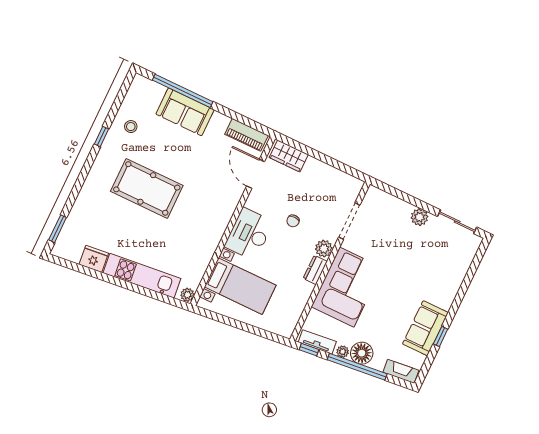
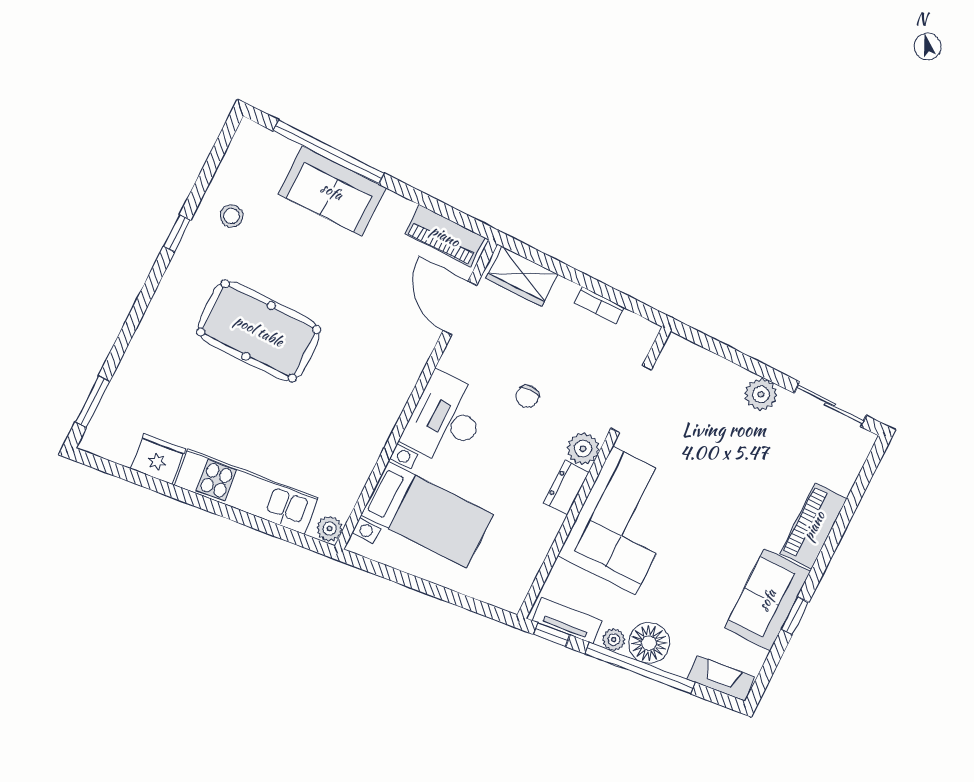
bookcase: (331, 171) -> (599, 305), added
piano: (450, 288) -> (814, 526), added

